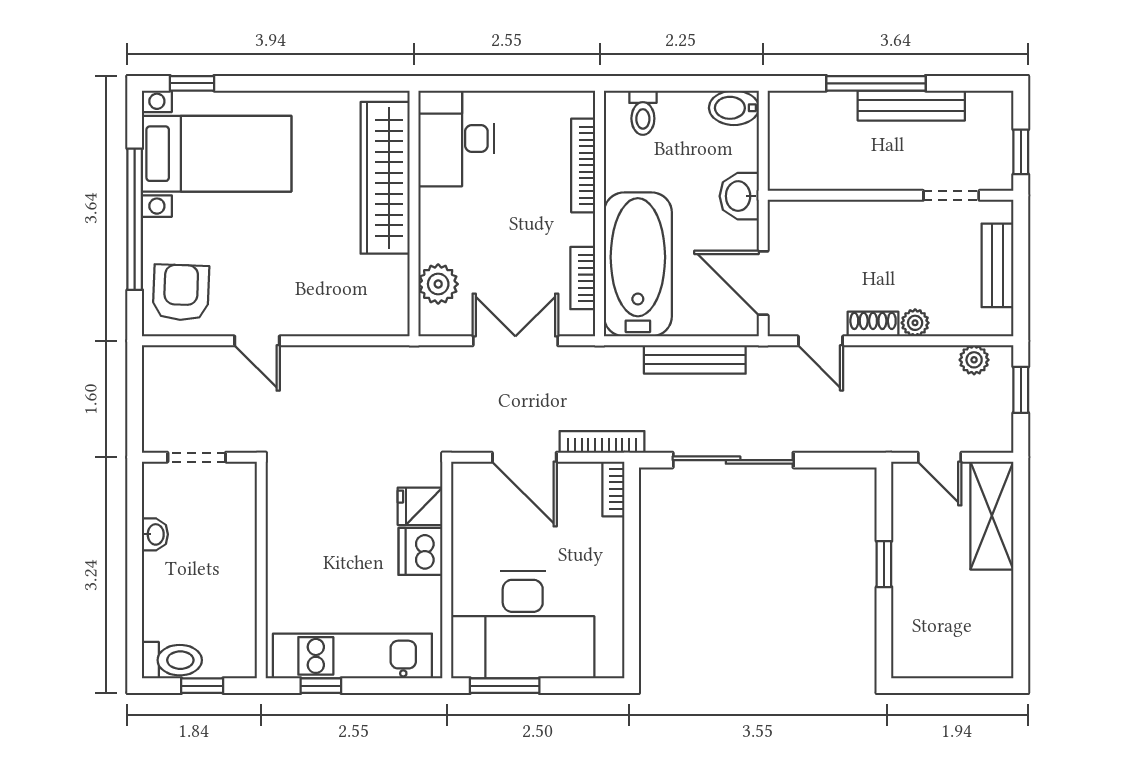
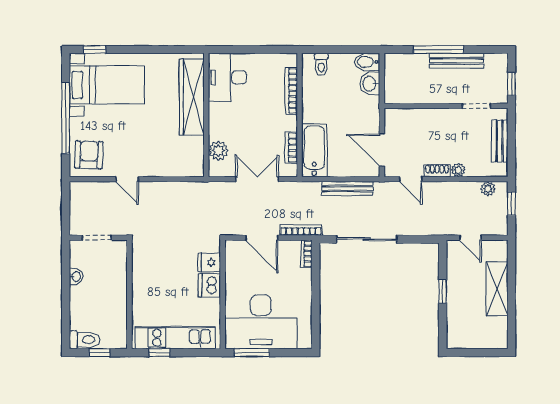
washbasin: (739, 196) -> (370, 84), moved
bathtub: (638, 264) -> (314, 150), width x0.73, depth x0.73
shelving: (992, 516) -> (497, 289), moved

